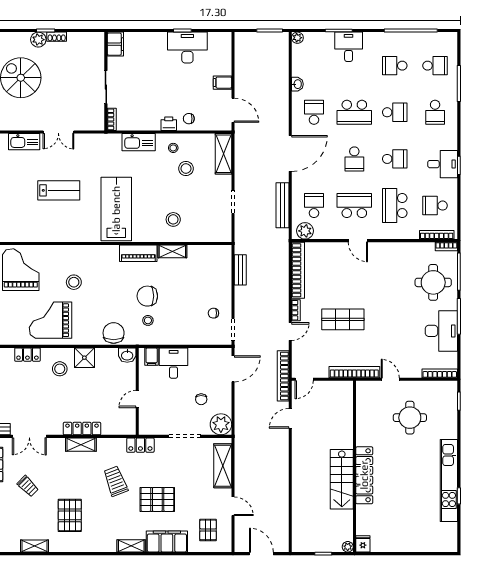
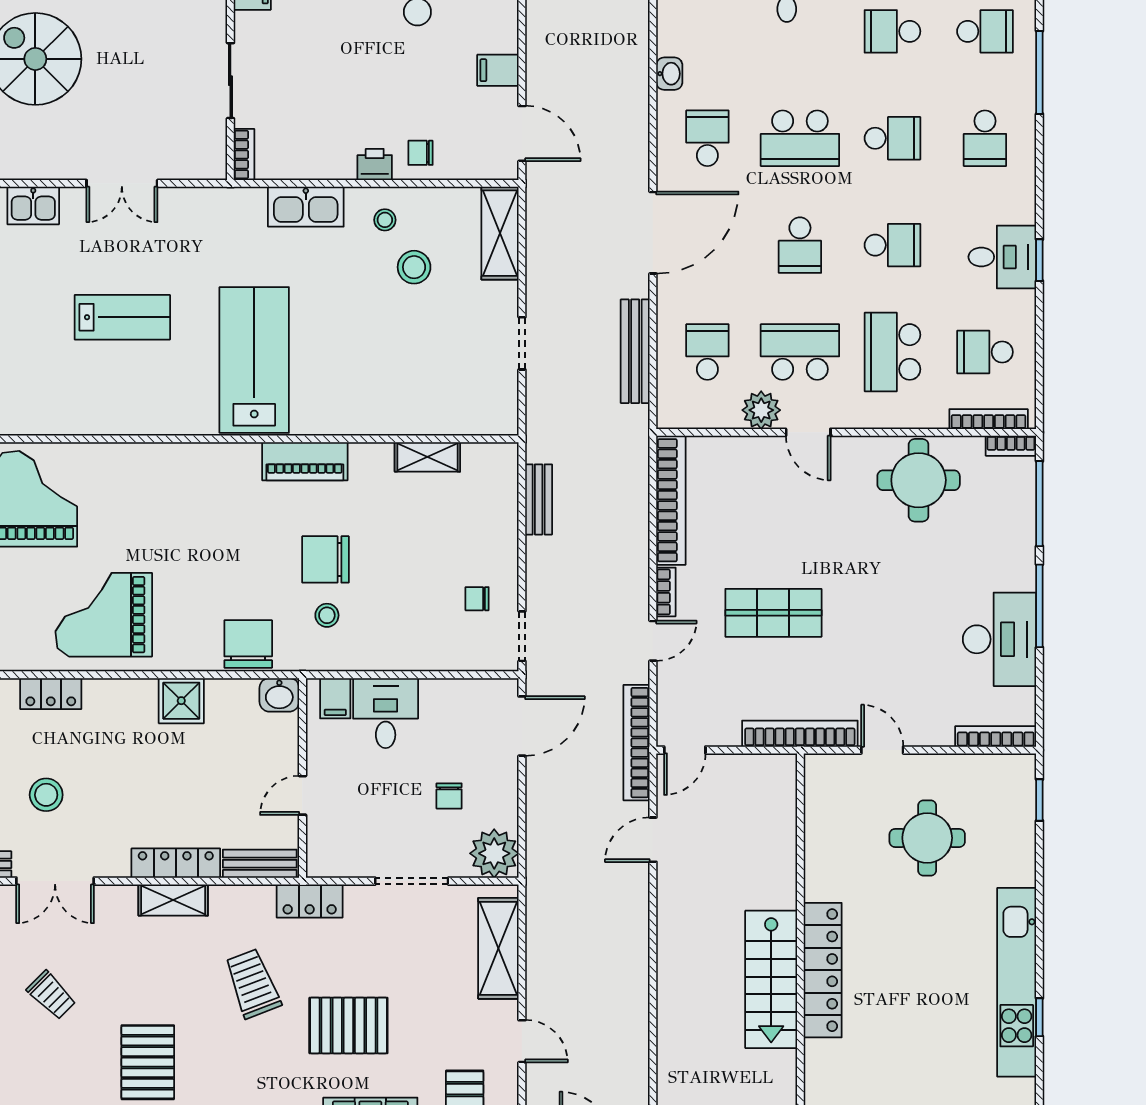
kitchen sink: (24, 142) -> (33, 206), width x0.73
stool: (173, 219) -> (385, 384), removed
plant: (305, 231) -> (761, 410), moved
shelving: (172, 251) -> (427, 457), moved
stool: (74, 282) -> (157, 528), removed
round table: (433, 282) -> (919, 480), moved
stool: (60, 369) -> (46, 795), moved
bench: (119, 429) -> (260, 864), added

